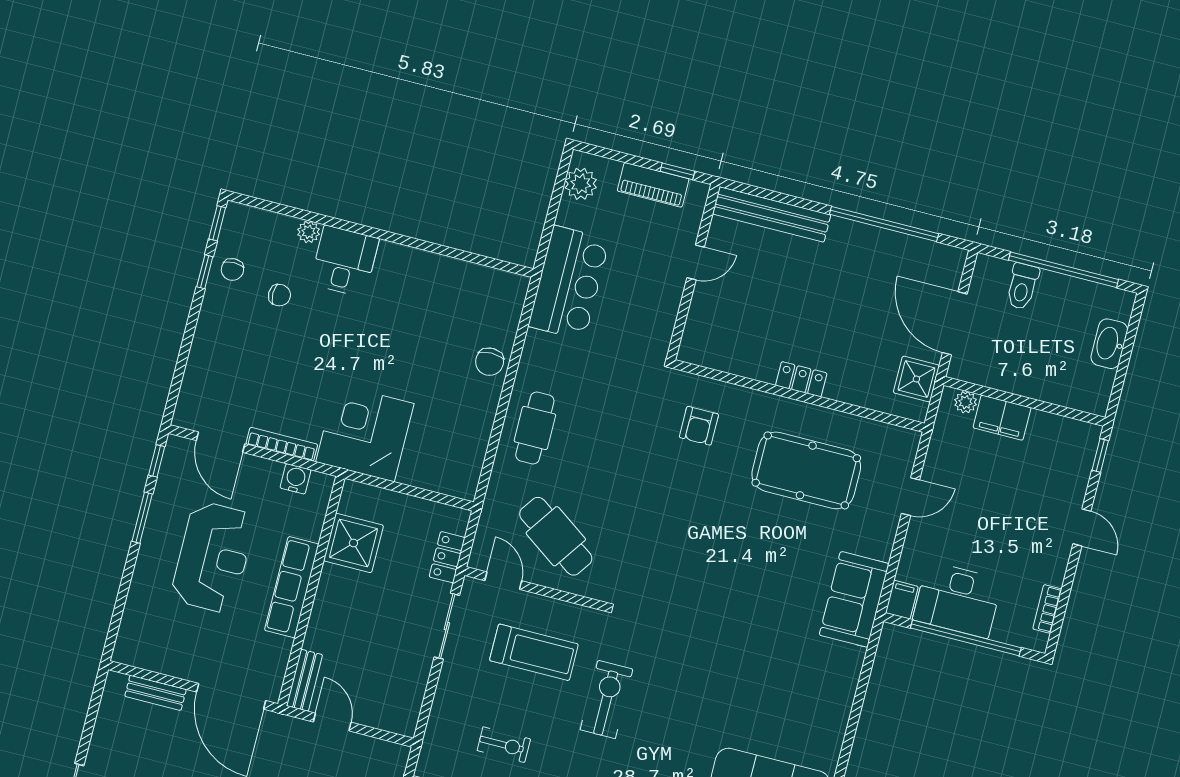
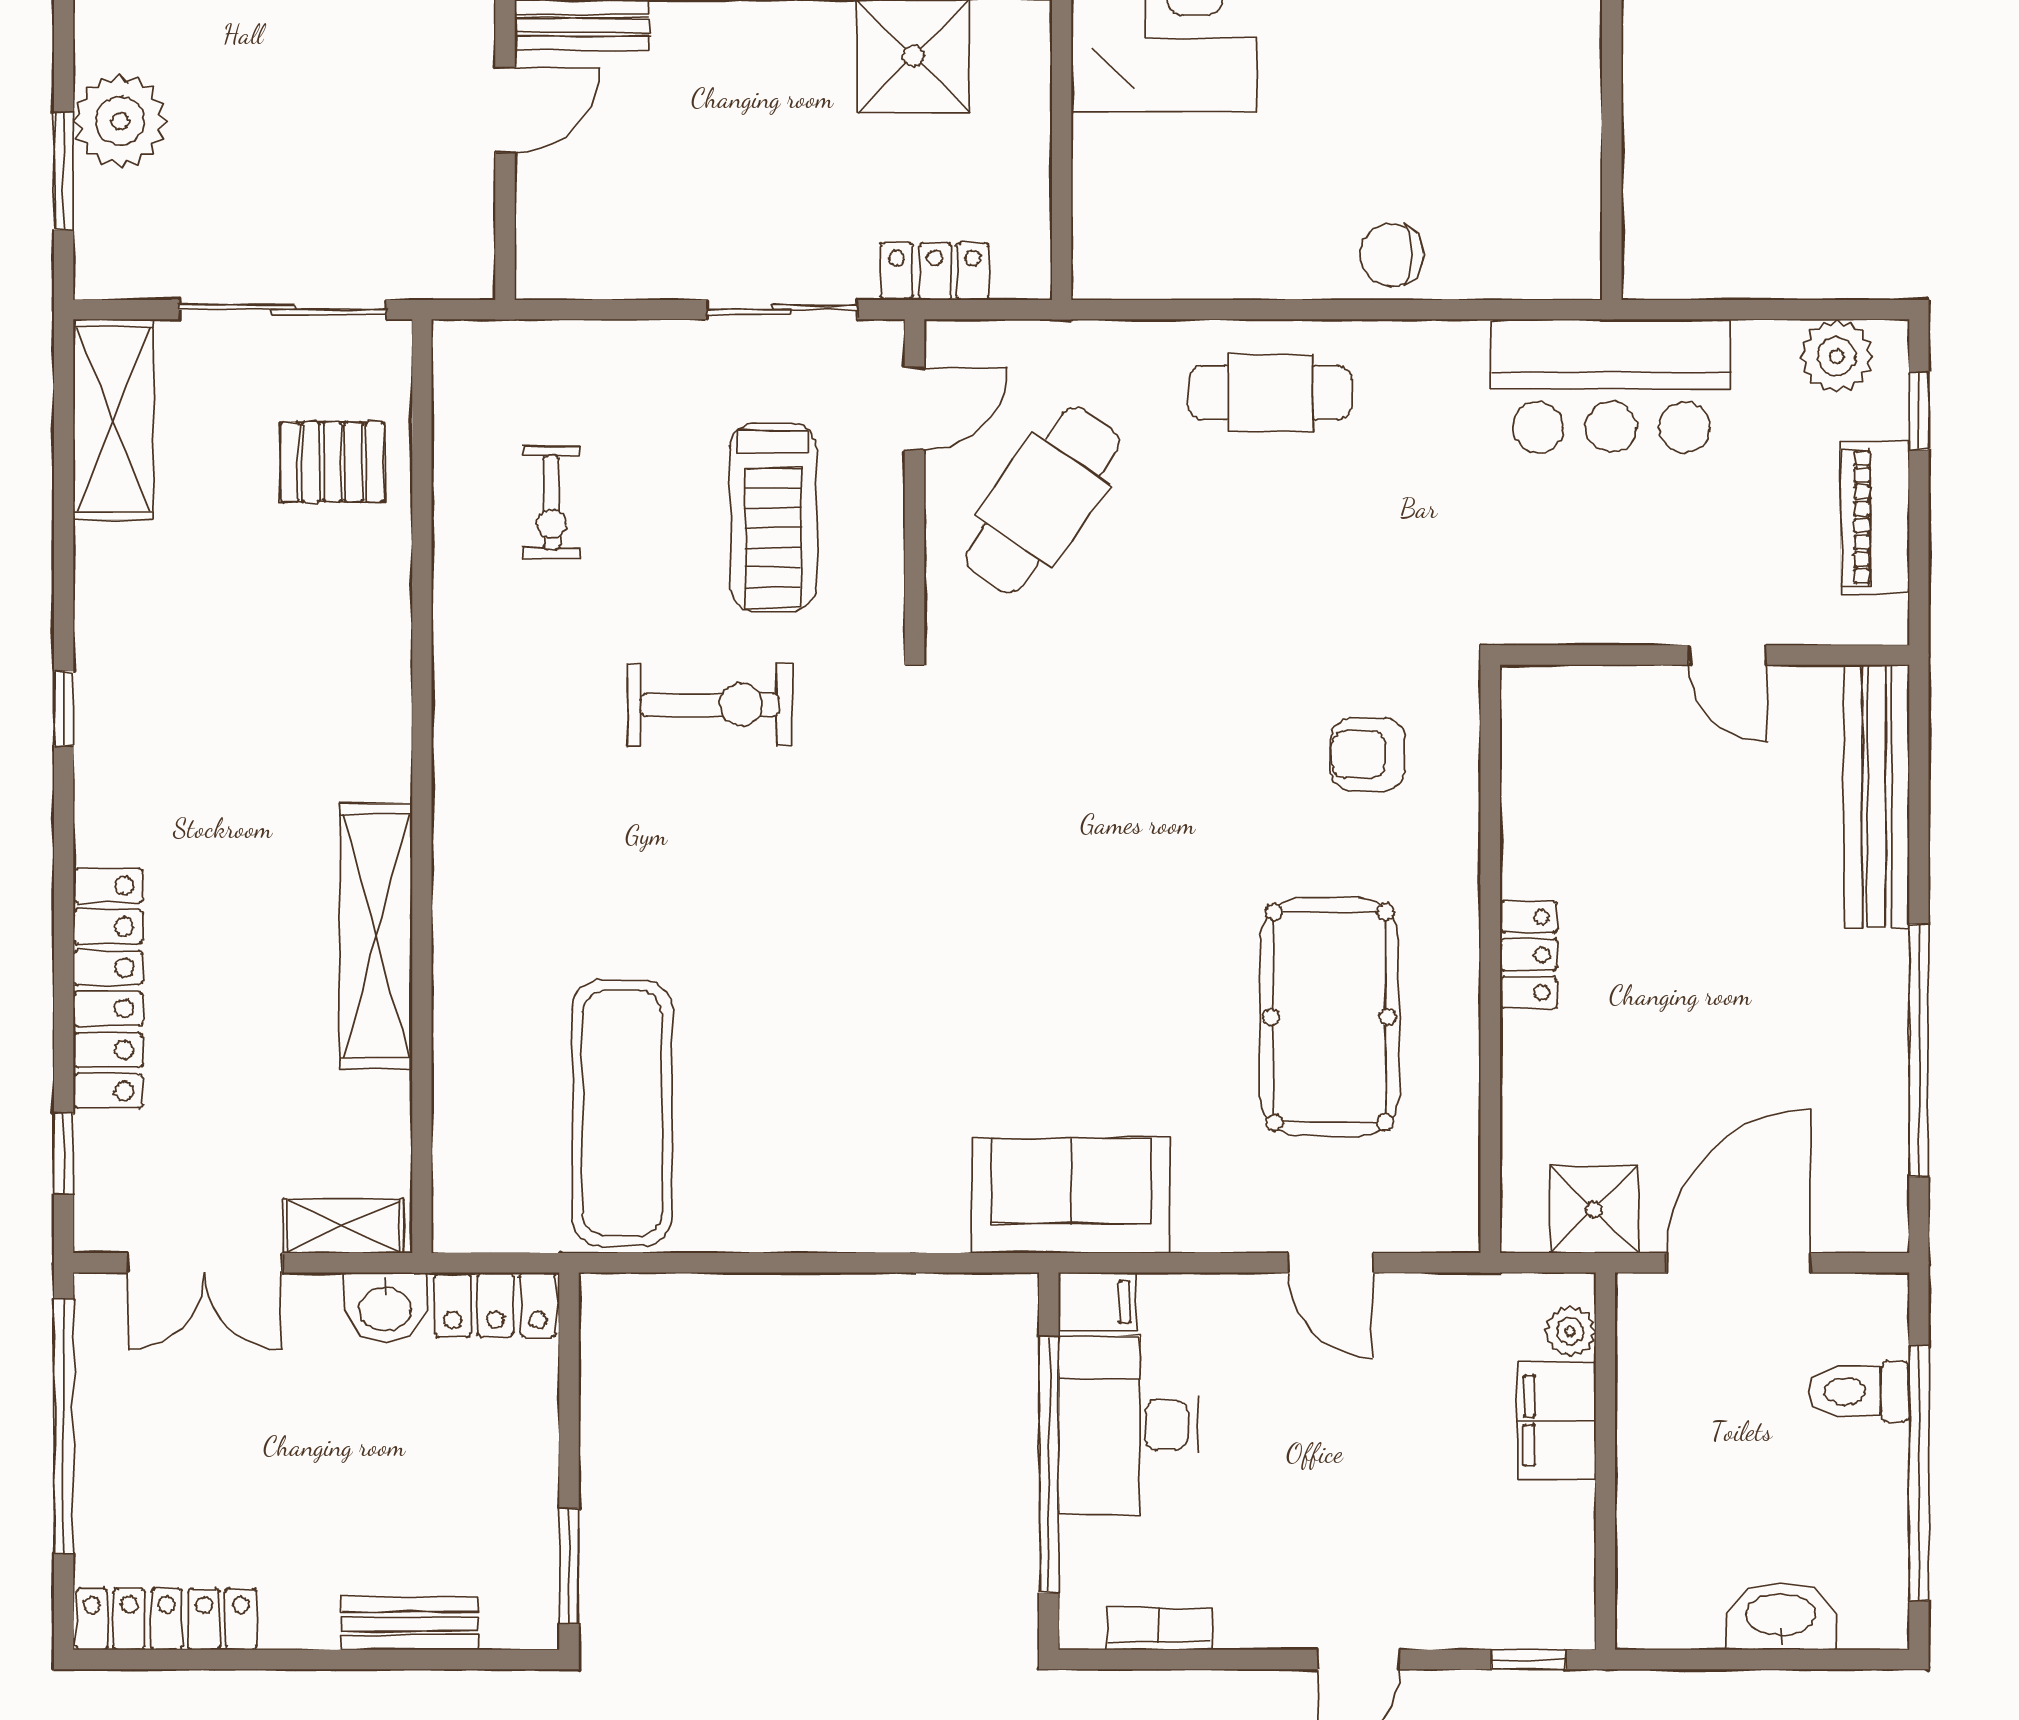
window: (677, 171) -> (1919, 411), moved

